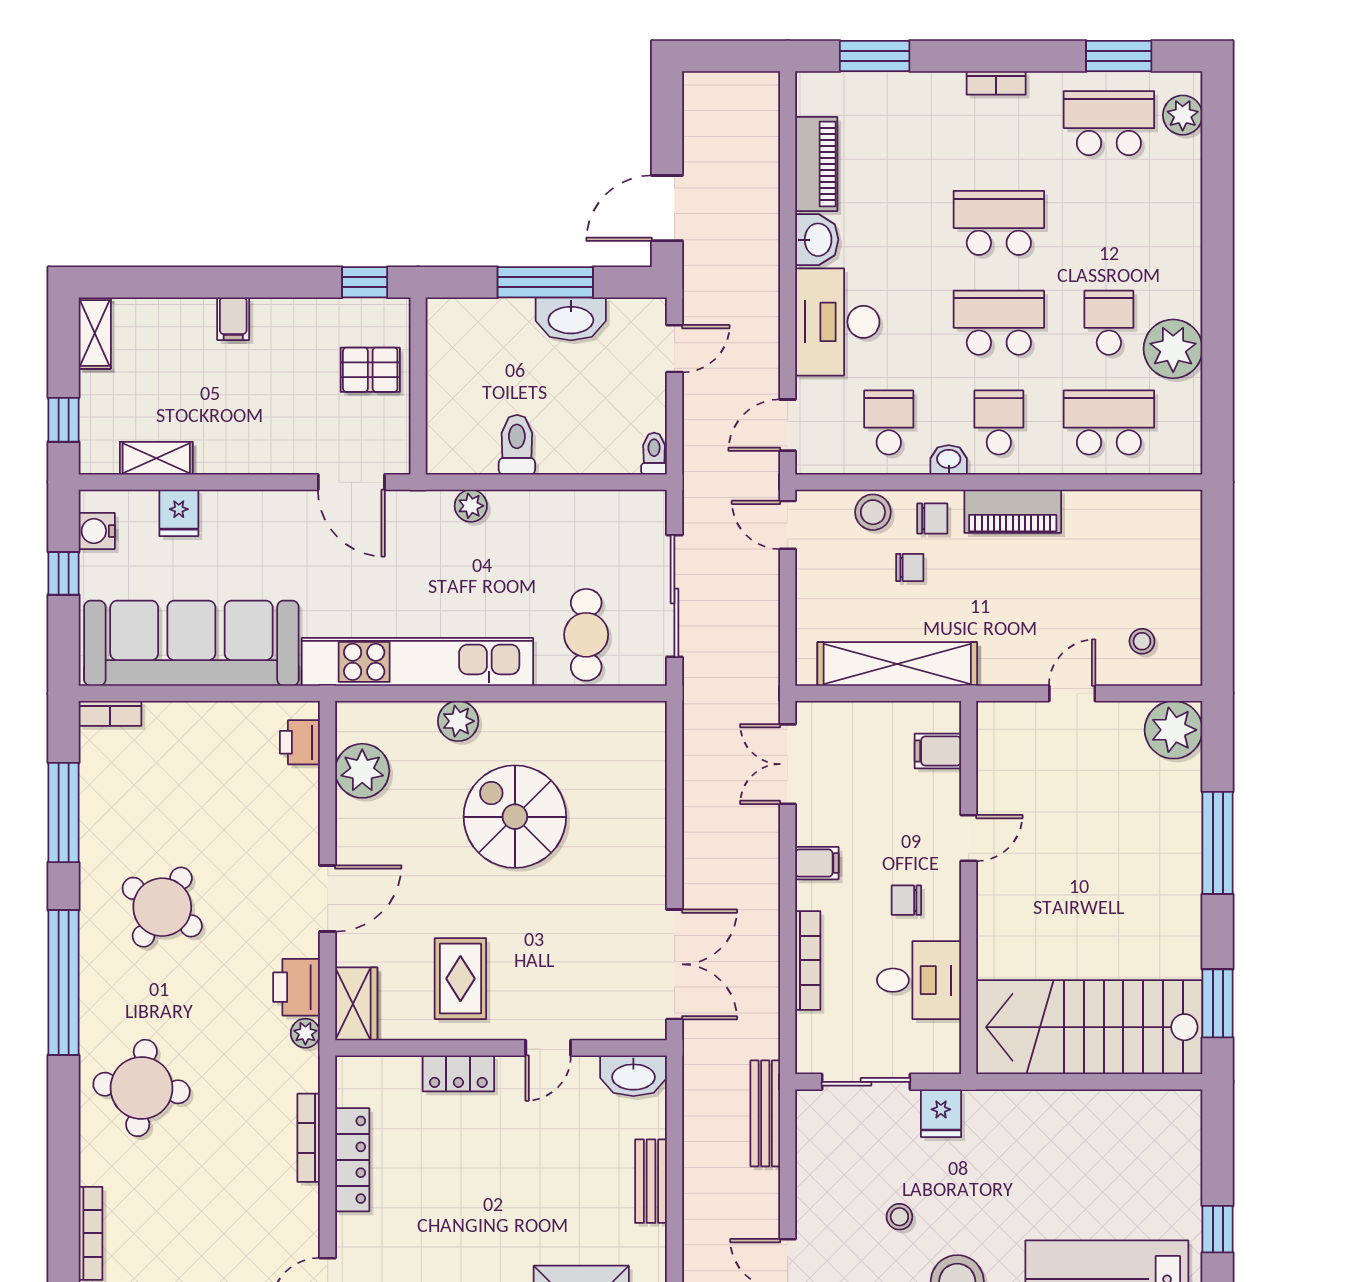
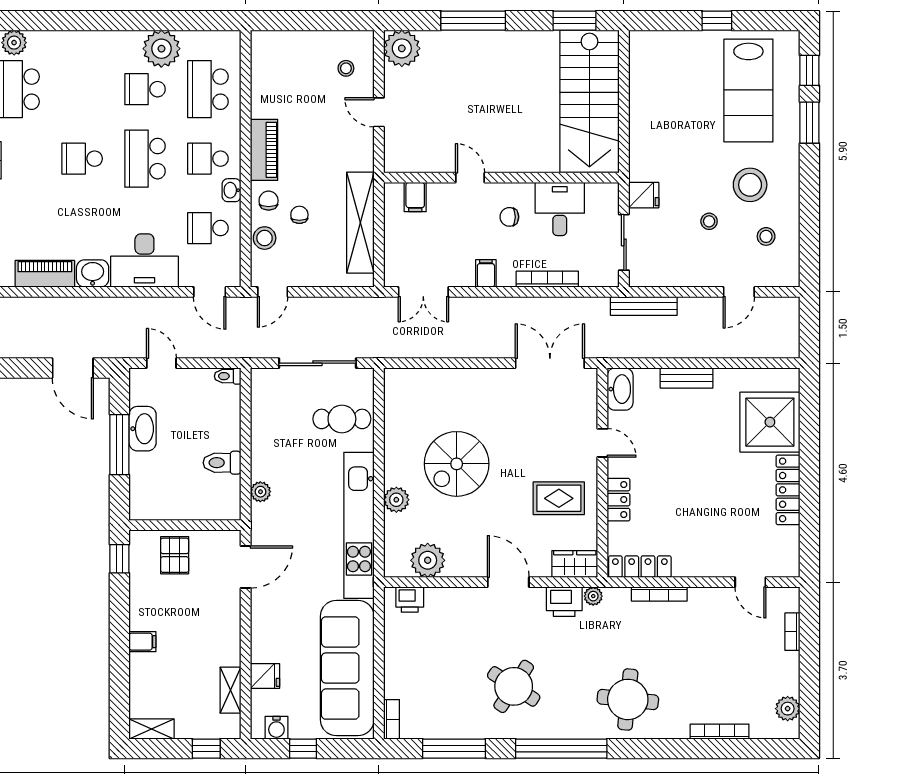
school desk: (999, 223) -> (82, 159), width x0.54
chair: (906, 900) -> (509, 217), turned 90
locker: (352, 1160) -> (640, 567), moved

